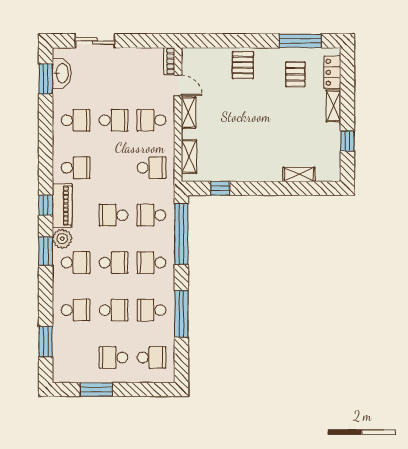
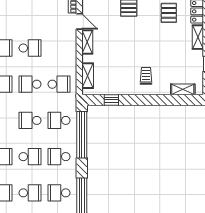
school desk: (151, 120) -> (30, 84), moved
trolley: (265, 157) -> (146, 76), added
shelving: (299, 174) -> (183, 89), moved

